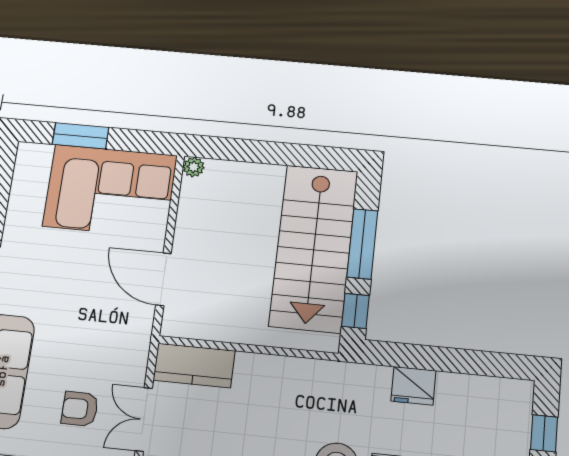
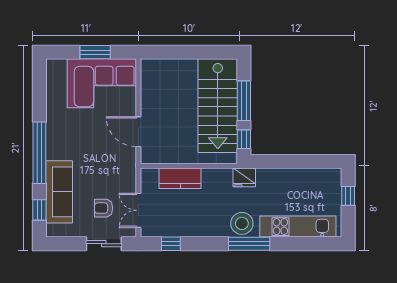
window: (80, 136) -> (95, 52), moved
plant: (194, 167) -> (146, 65), removed
kitchen counter: (194, 366) -> (180, 178), moved
fridge: (413, 386) -> (244, 177), moved

